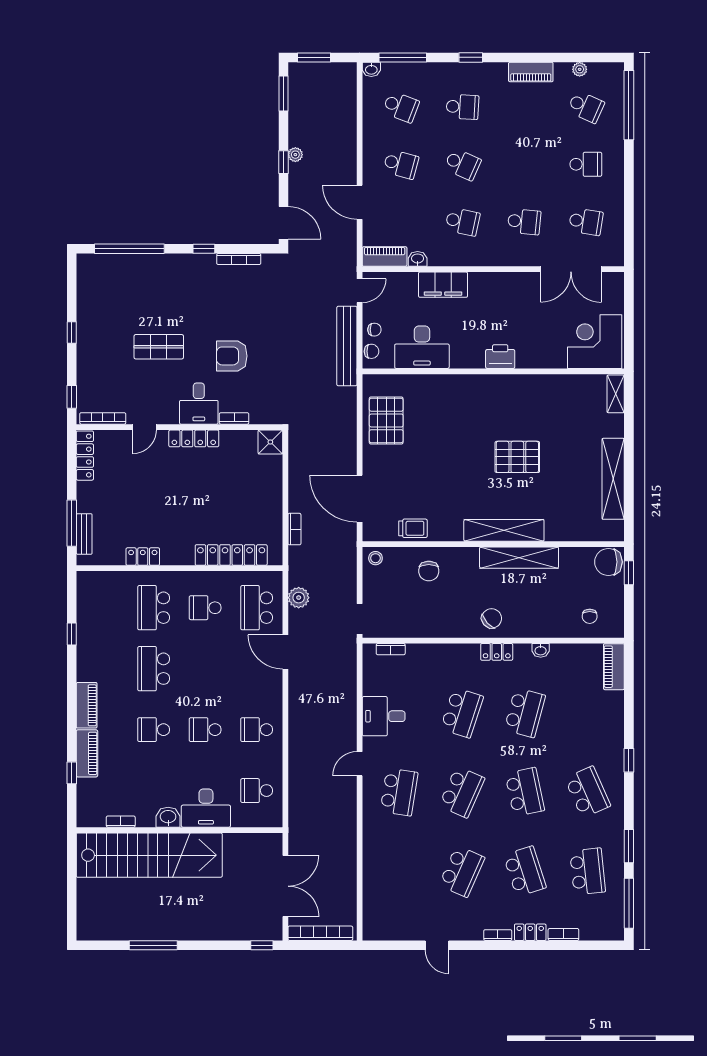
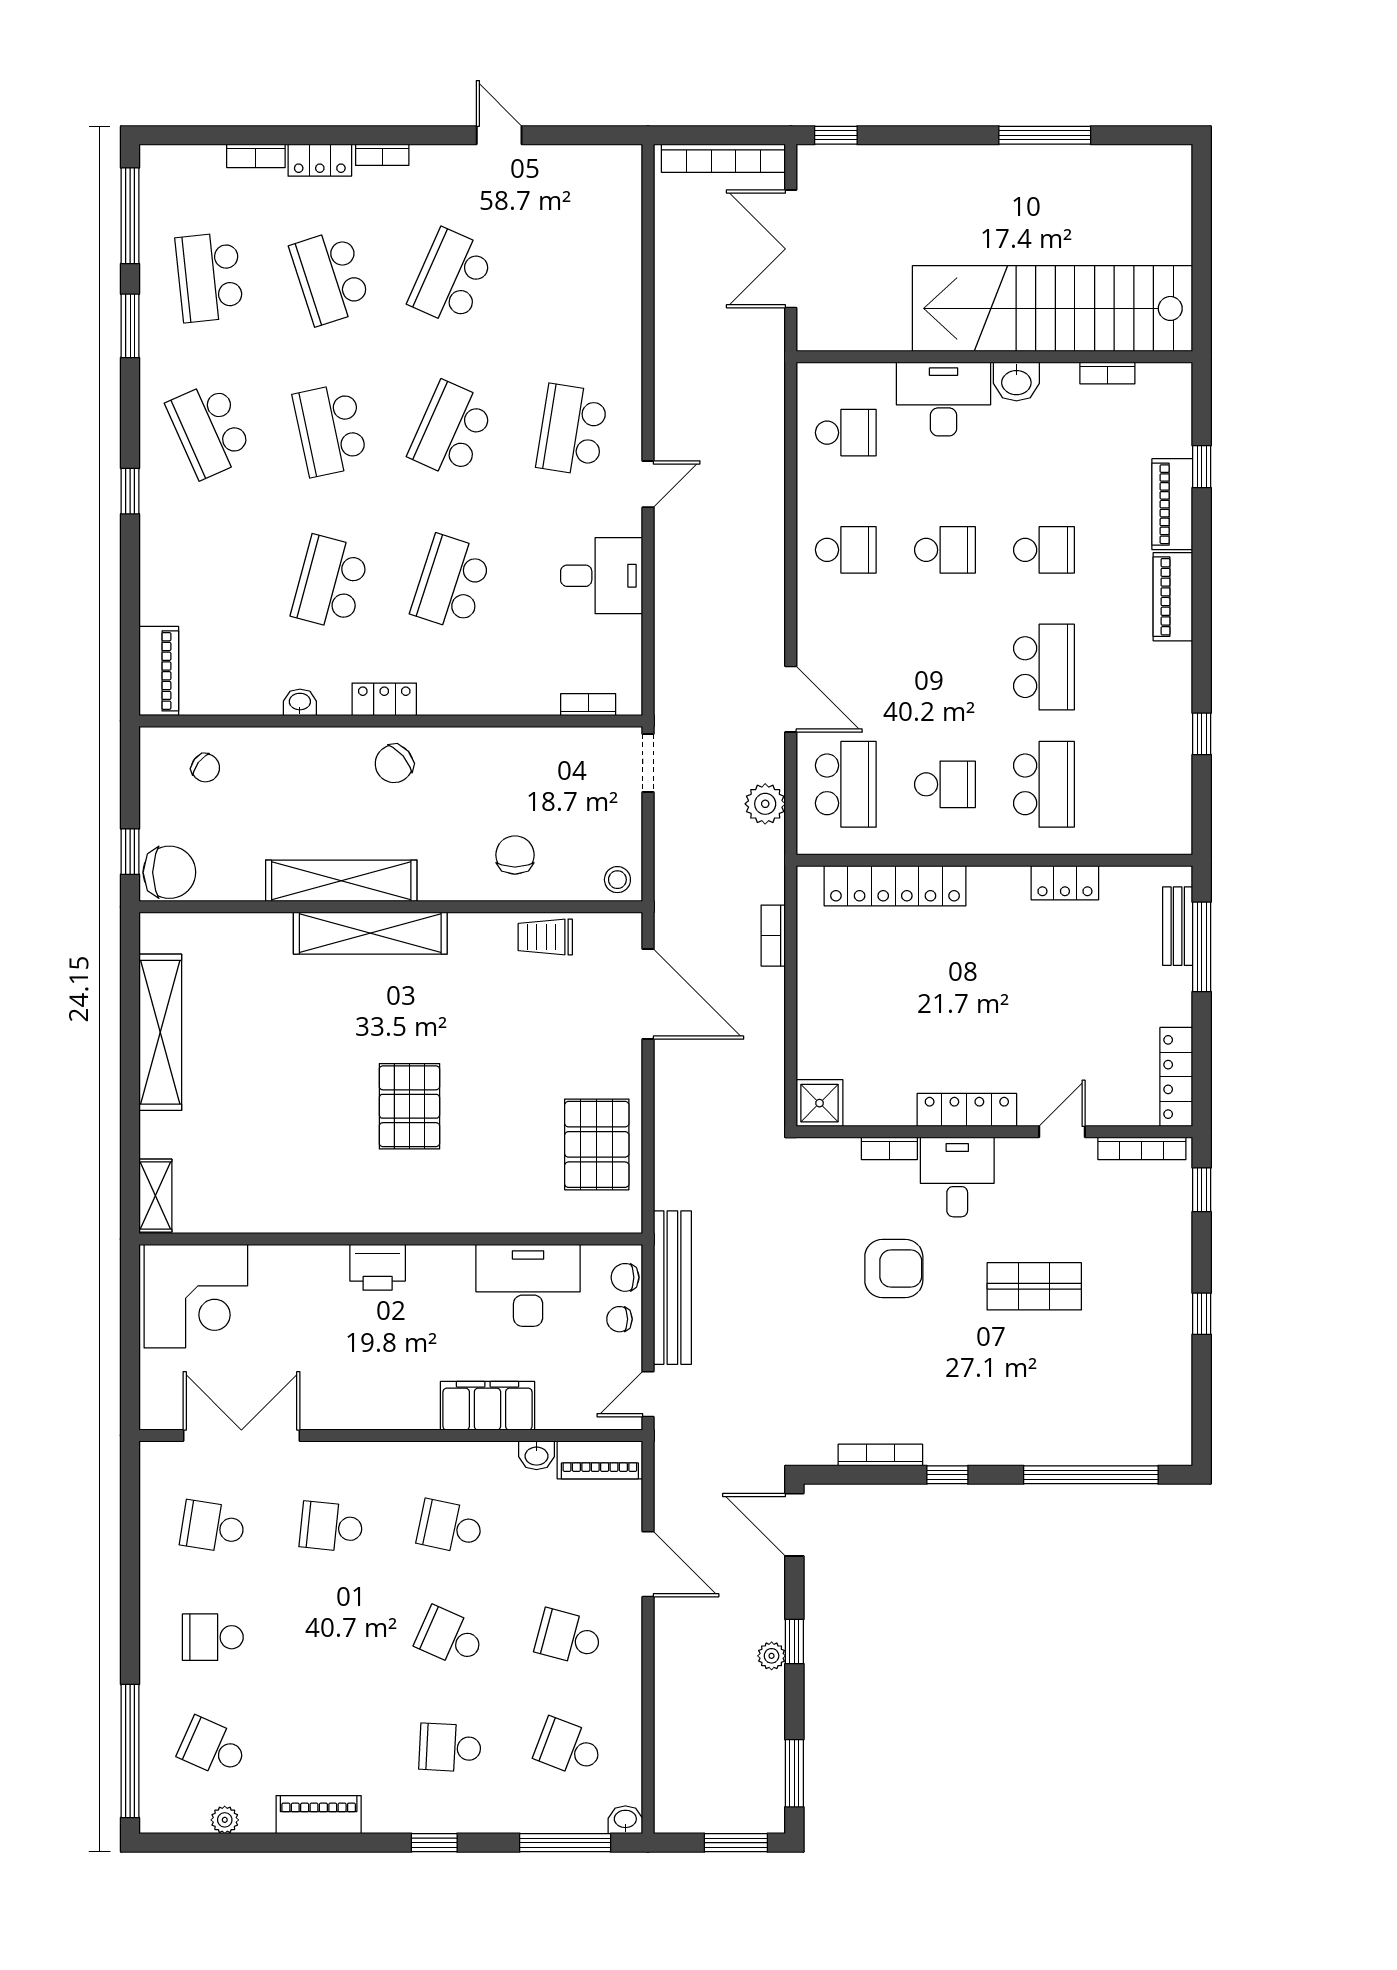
pallet: (517, 457) -> (409, 1106), moved, turned 90
chair: (590, 616) -> (205, 768), turned 127

